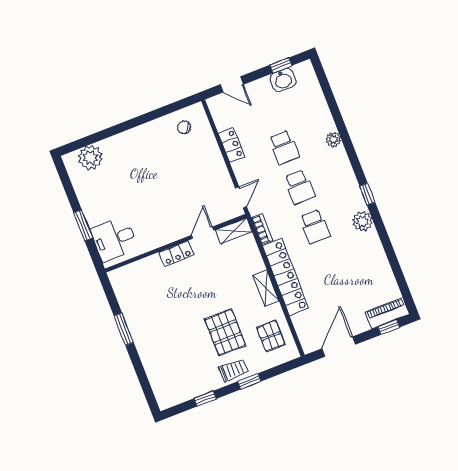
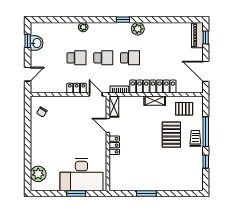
locker: (232, 145) -> (77, 88), moved
desk: (114, 239) -> (81, 175), width x1.87, depth x1.30
pallet: (225, 332) -> (171, 135), turned 90
window: (249, 381) -> (206, 132), width x2.17

